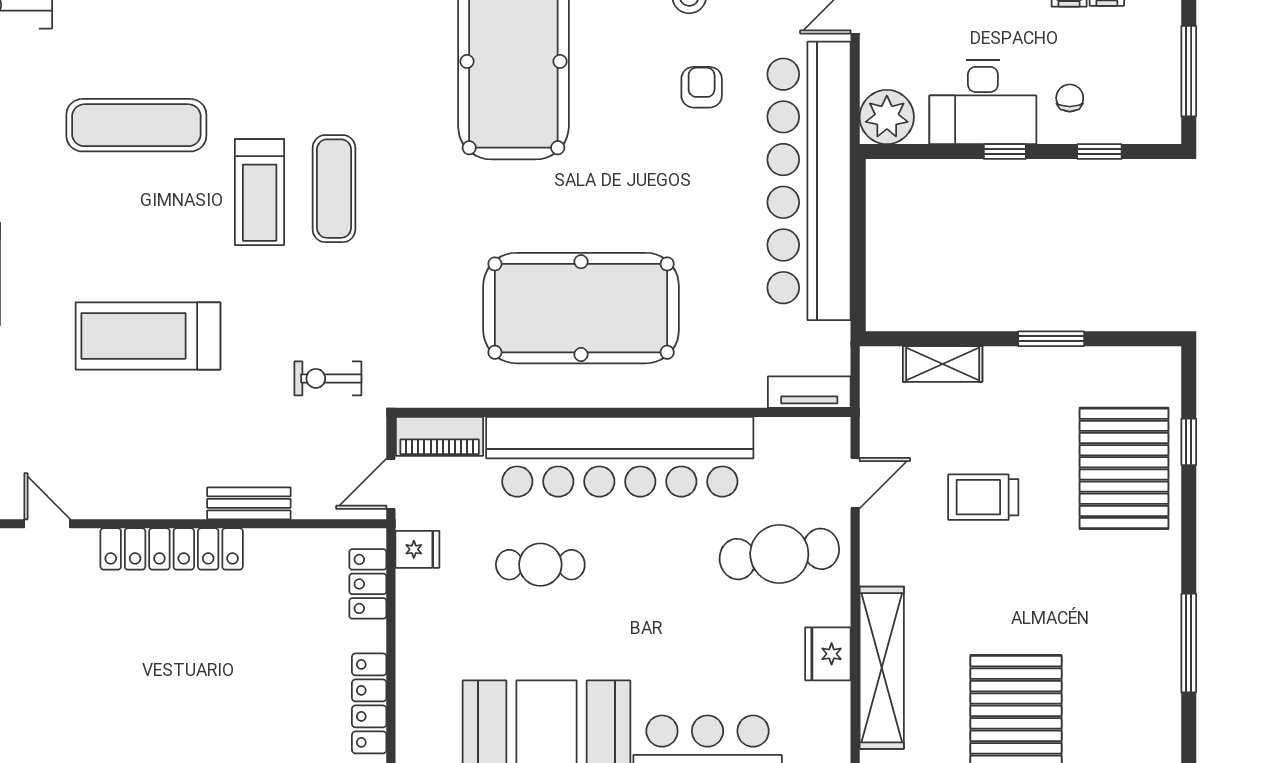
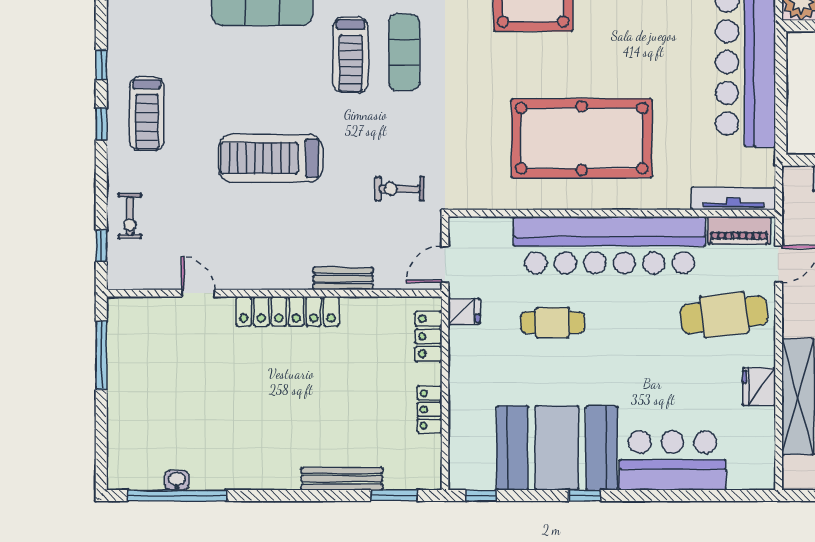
tv unit: (809, 392) -> (734, 199), width x1.41
piano: (440, 436) -> (739, 230), moved
locker: (369, 703) -> (429, 409), width x0.66

